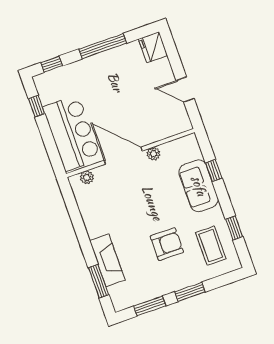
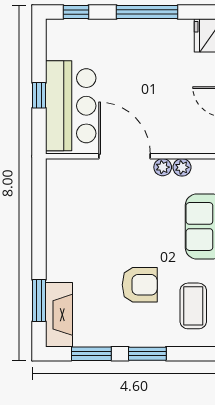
window: (37, 106) -> (39, 95), moved
plant: (87, 177) -> (182, 167), moved
fireplace: (107, 260) -> (59, 315), moved

